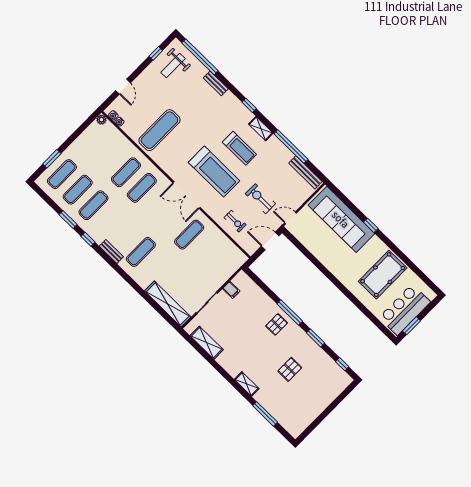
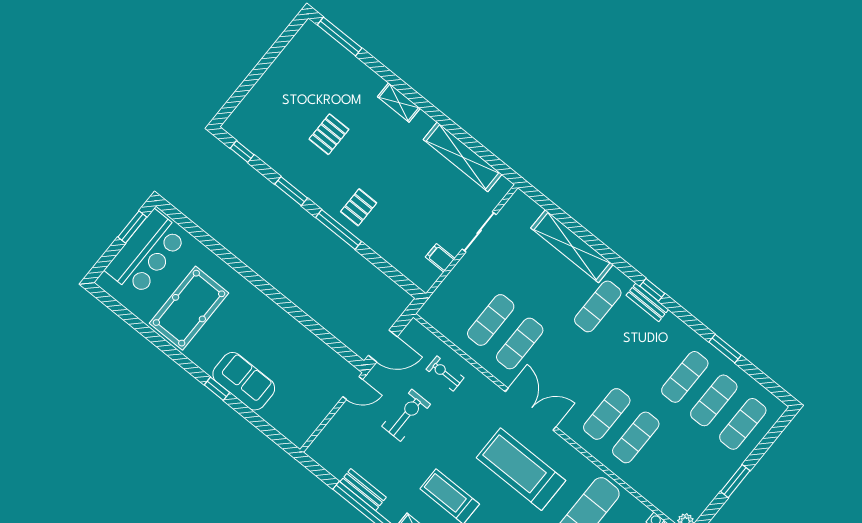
window: (52, 159) -> (735, 481), moved
treadmill: (214, 172) -> (521, 469), moved
bench: (305, 172) -> (363, 490), moved, width x0.73
exercise bike: (260, 199) -> (406, 415), turned -90
sofa: (341, 219) -> (244, 381), width x0.54, depth x0.79
window: (88, 239) -> (652, 290), moved
exercise mat: (205, 250) -> (491, 320), added
shelving: (168, 304) -> (572, 246), moved
shelving: (207, 343) -> (462, 157), width x1.47
window: (265, 414) -> (340, 36), moved

